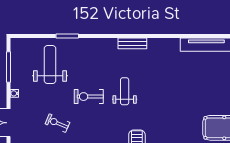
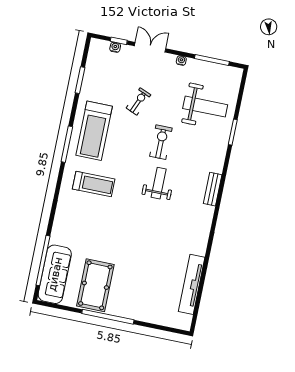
bench: (132, 43) -> (213, 189), moved
weight bench: (125, 91) -> (159, 183), turned -90

